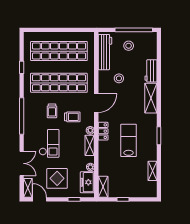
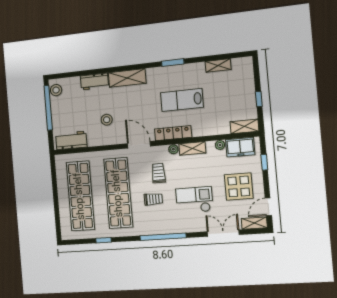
stool: (129, 46) -> (56, 90), moved
workbench: (105, 52) -> (71, 140), width x0.73
locker: (103, 131) -> (173, 133), width x1.53

